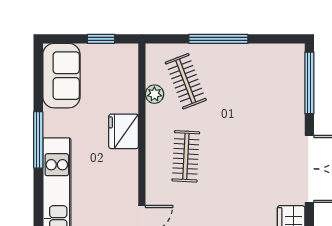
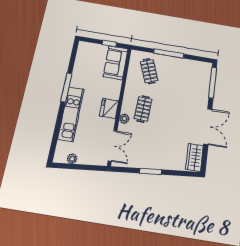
sofa: (61, 76) -> (116, 63), moved, turned 180
plant: (154, 94) -> (124, 119), moved
fridge: (124, 131) -> (109, 108), moved

